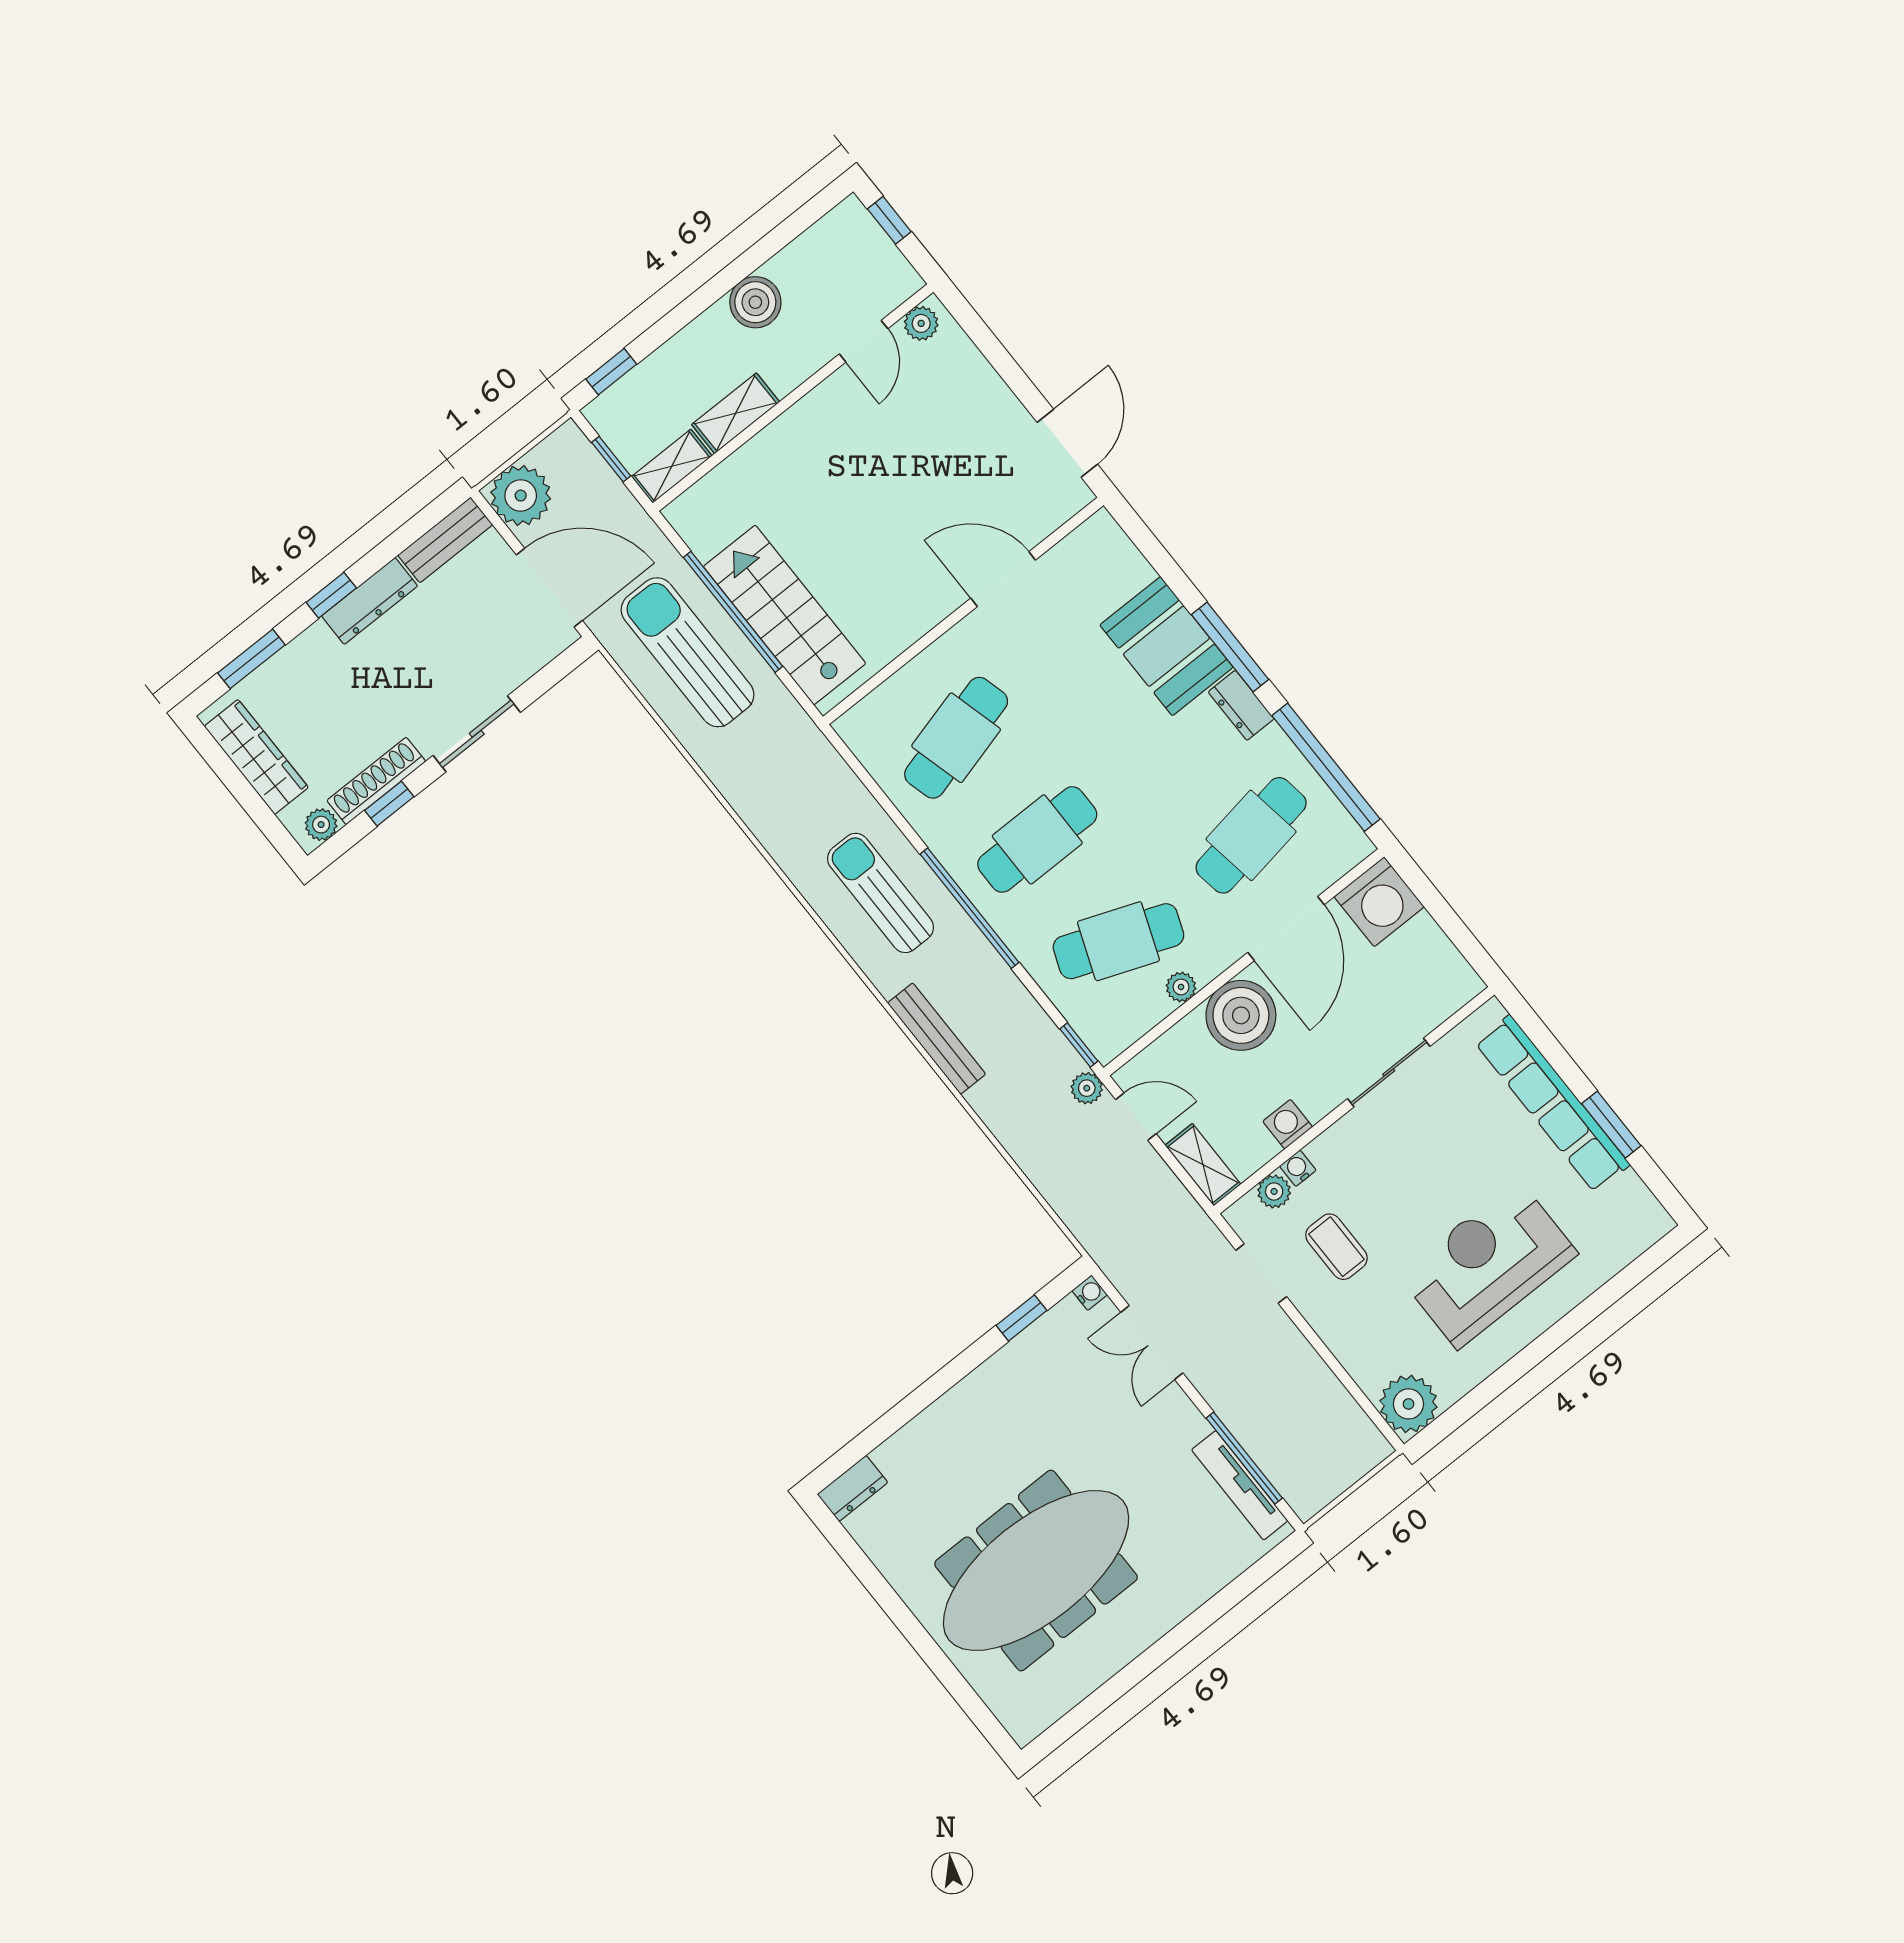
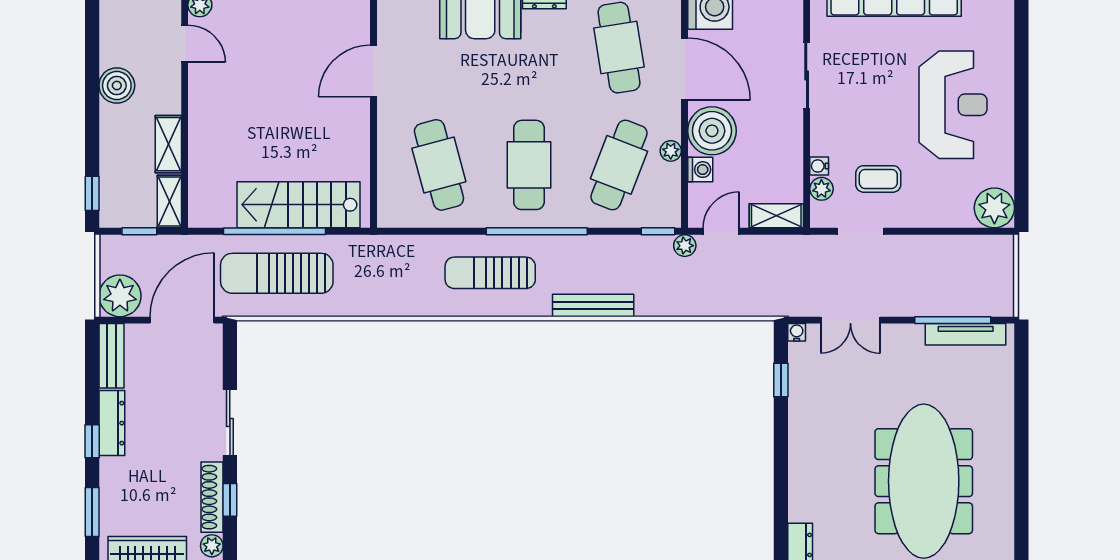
washing machine: (1288, 1124) -> (700, 170), moved, turned 180
reception desk: (1488, 1264) -> (953, 105), turned 180

